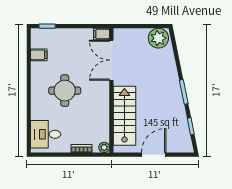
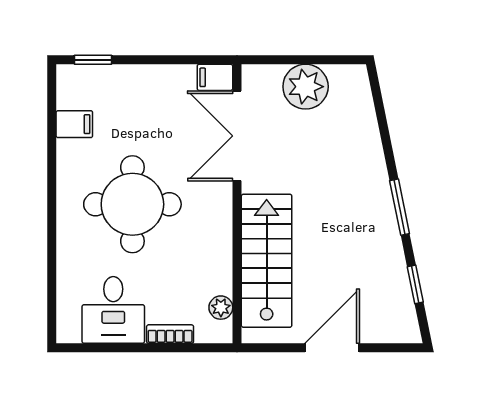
plant: (158, 38) -> (306, 87), moved
round table: (65, 91) -> (132, 204), width x1.36, depth x1.36
desk: (46, 134) -> (113, 310), moved, turned -90
plant: (104, 147) -> (221, 308), moved

